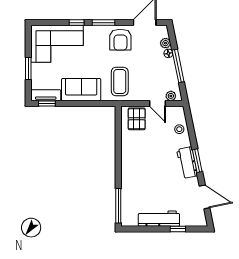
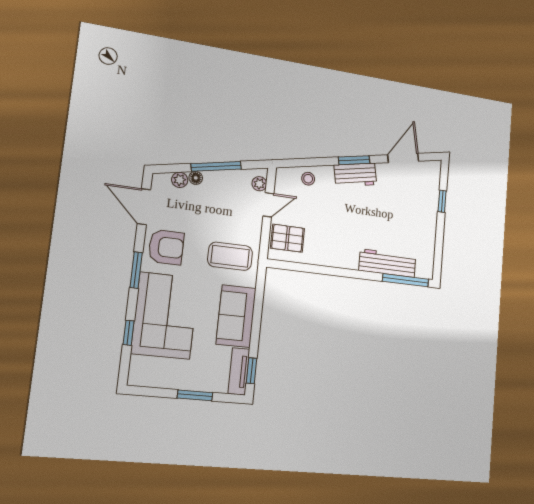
window: (77, 23) -> (129, 333), moved
corner sofa: (57, 44) -> (165, 316), moved
workbench: (159, 219) -> (387, 263), moved, turned 90

